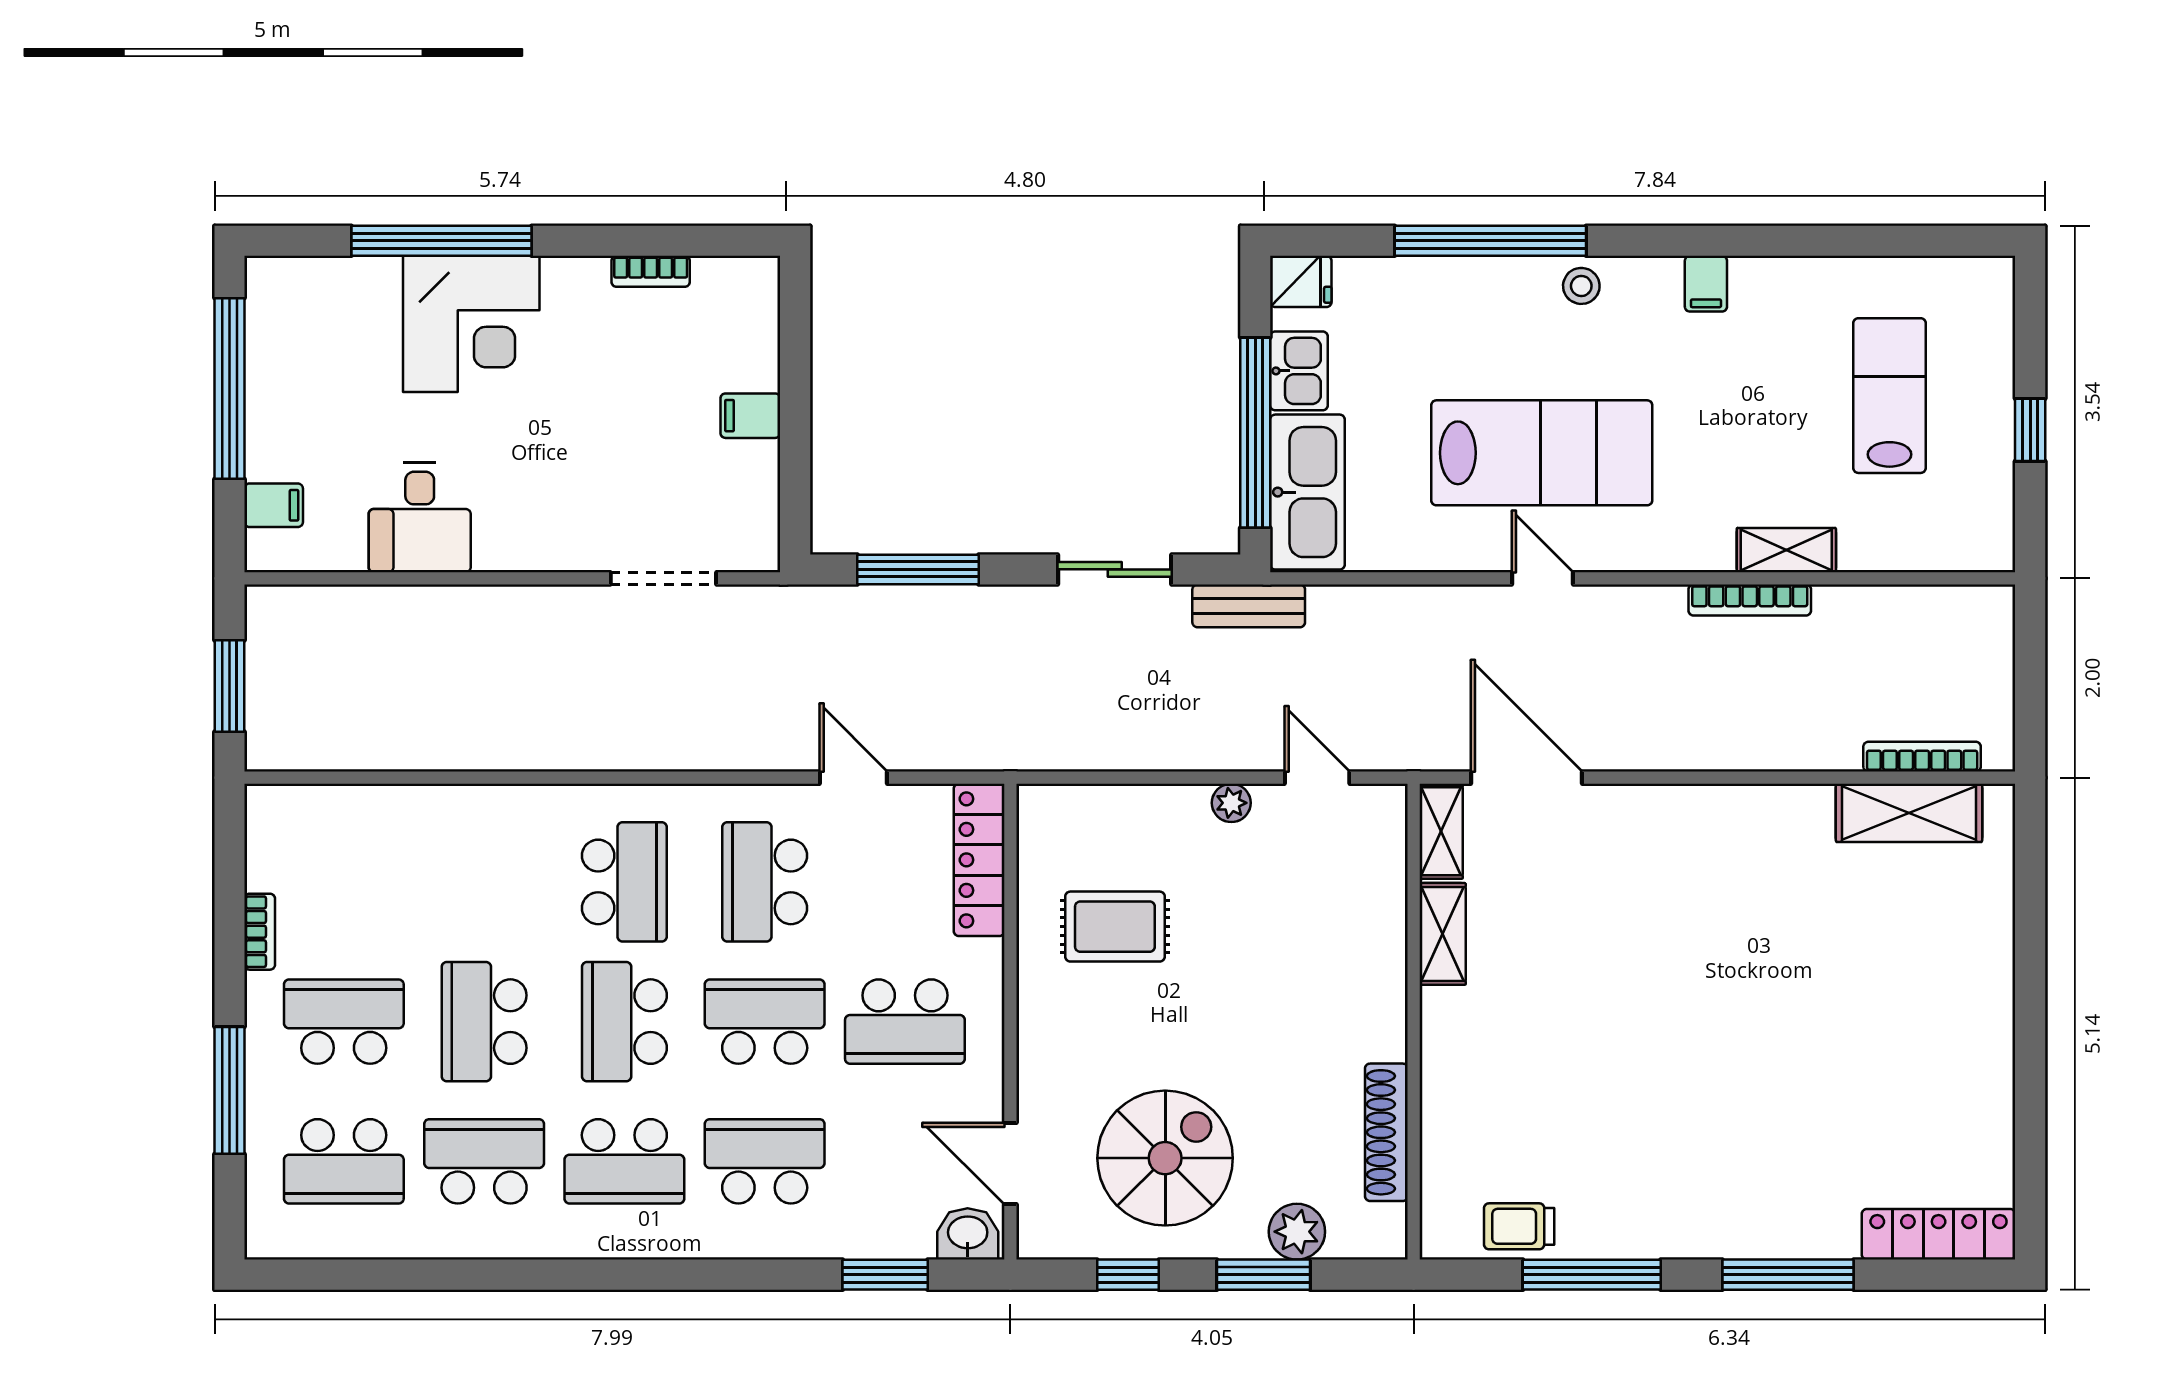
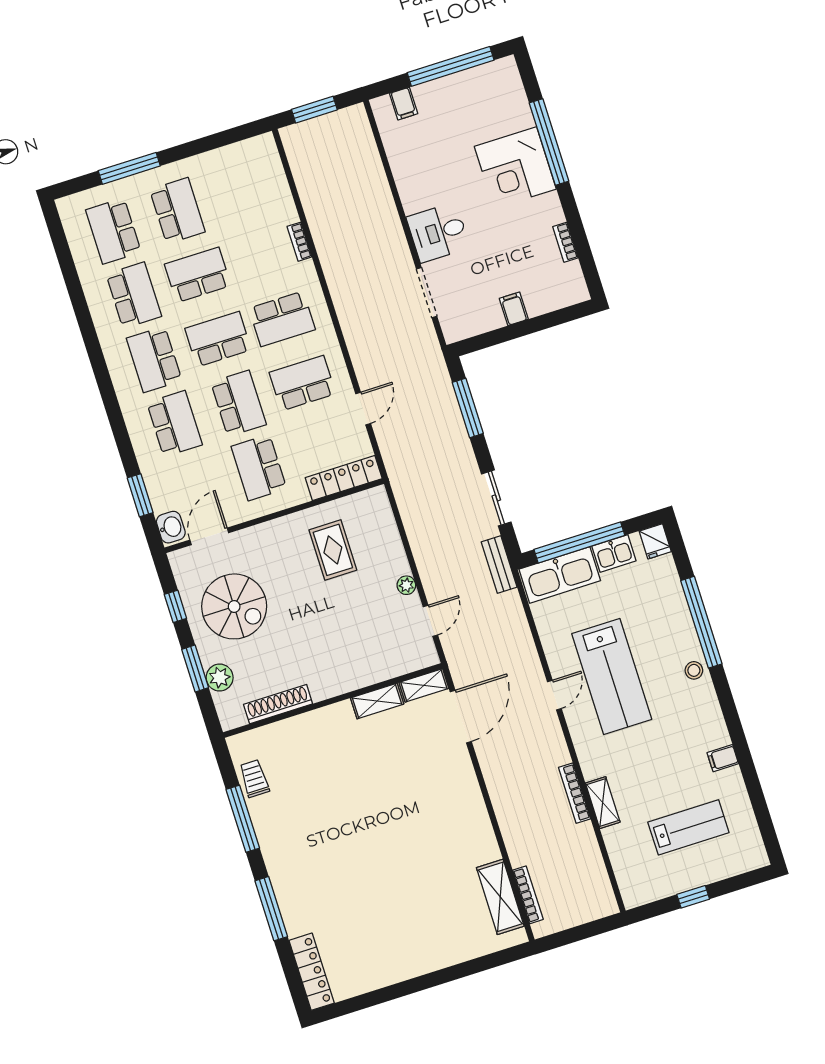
filing cabinet: (1706, 284) -> (723, 758), moved
desk: (420, 518) -> (438, 232), moved
bookcase: (260, 932) -> (299, 242), moved, turned 90

